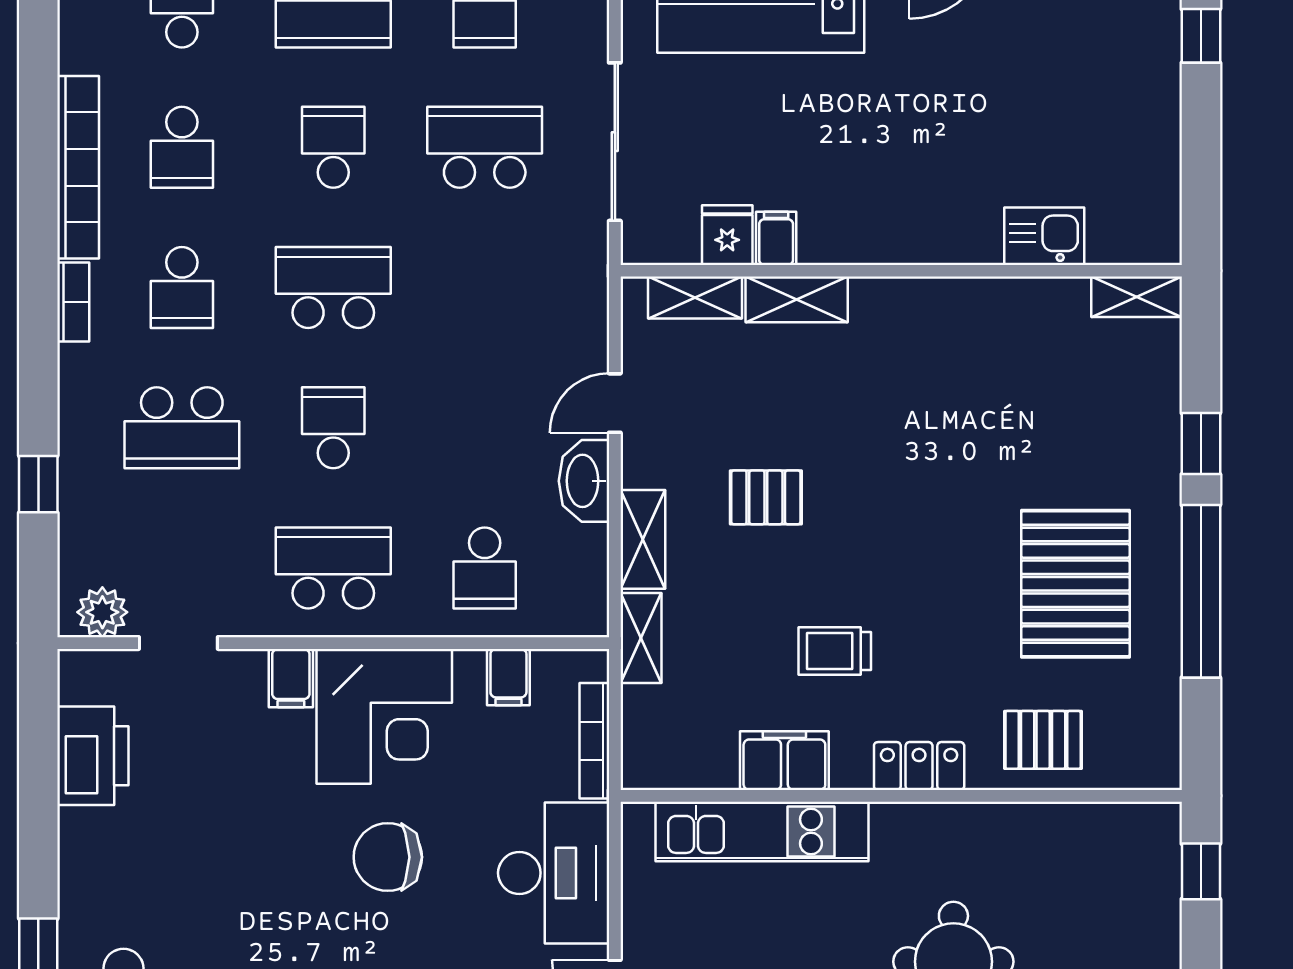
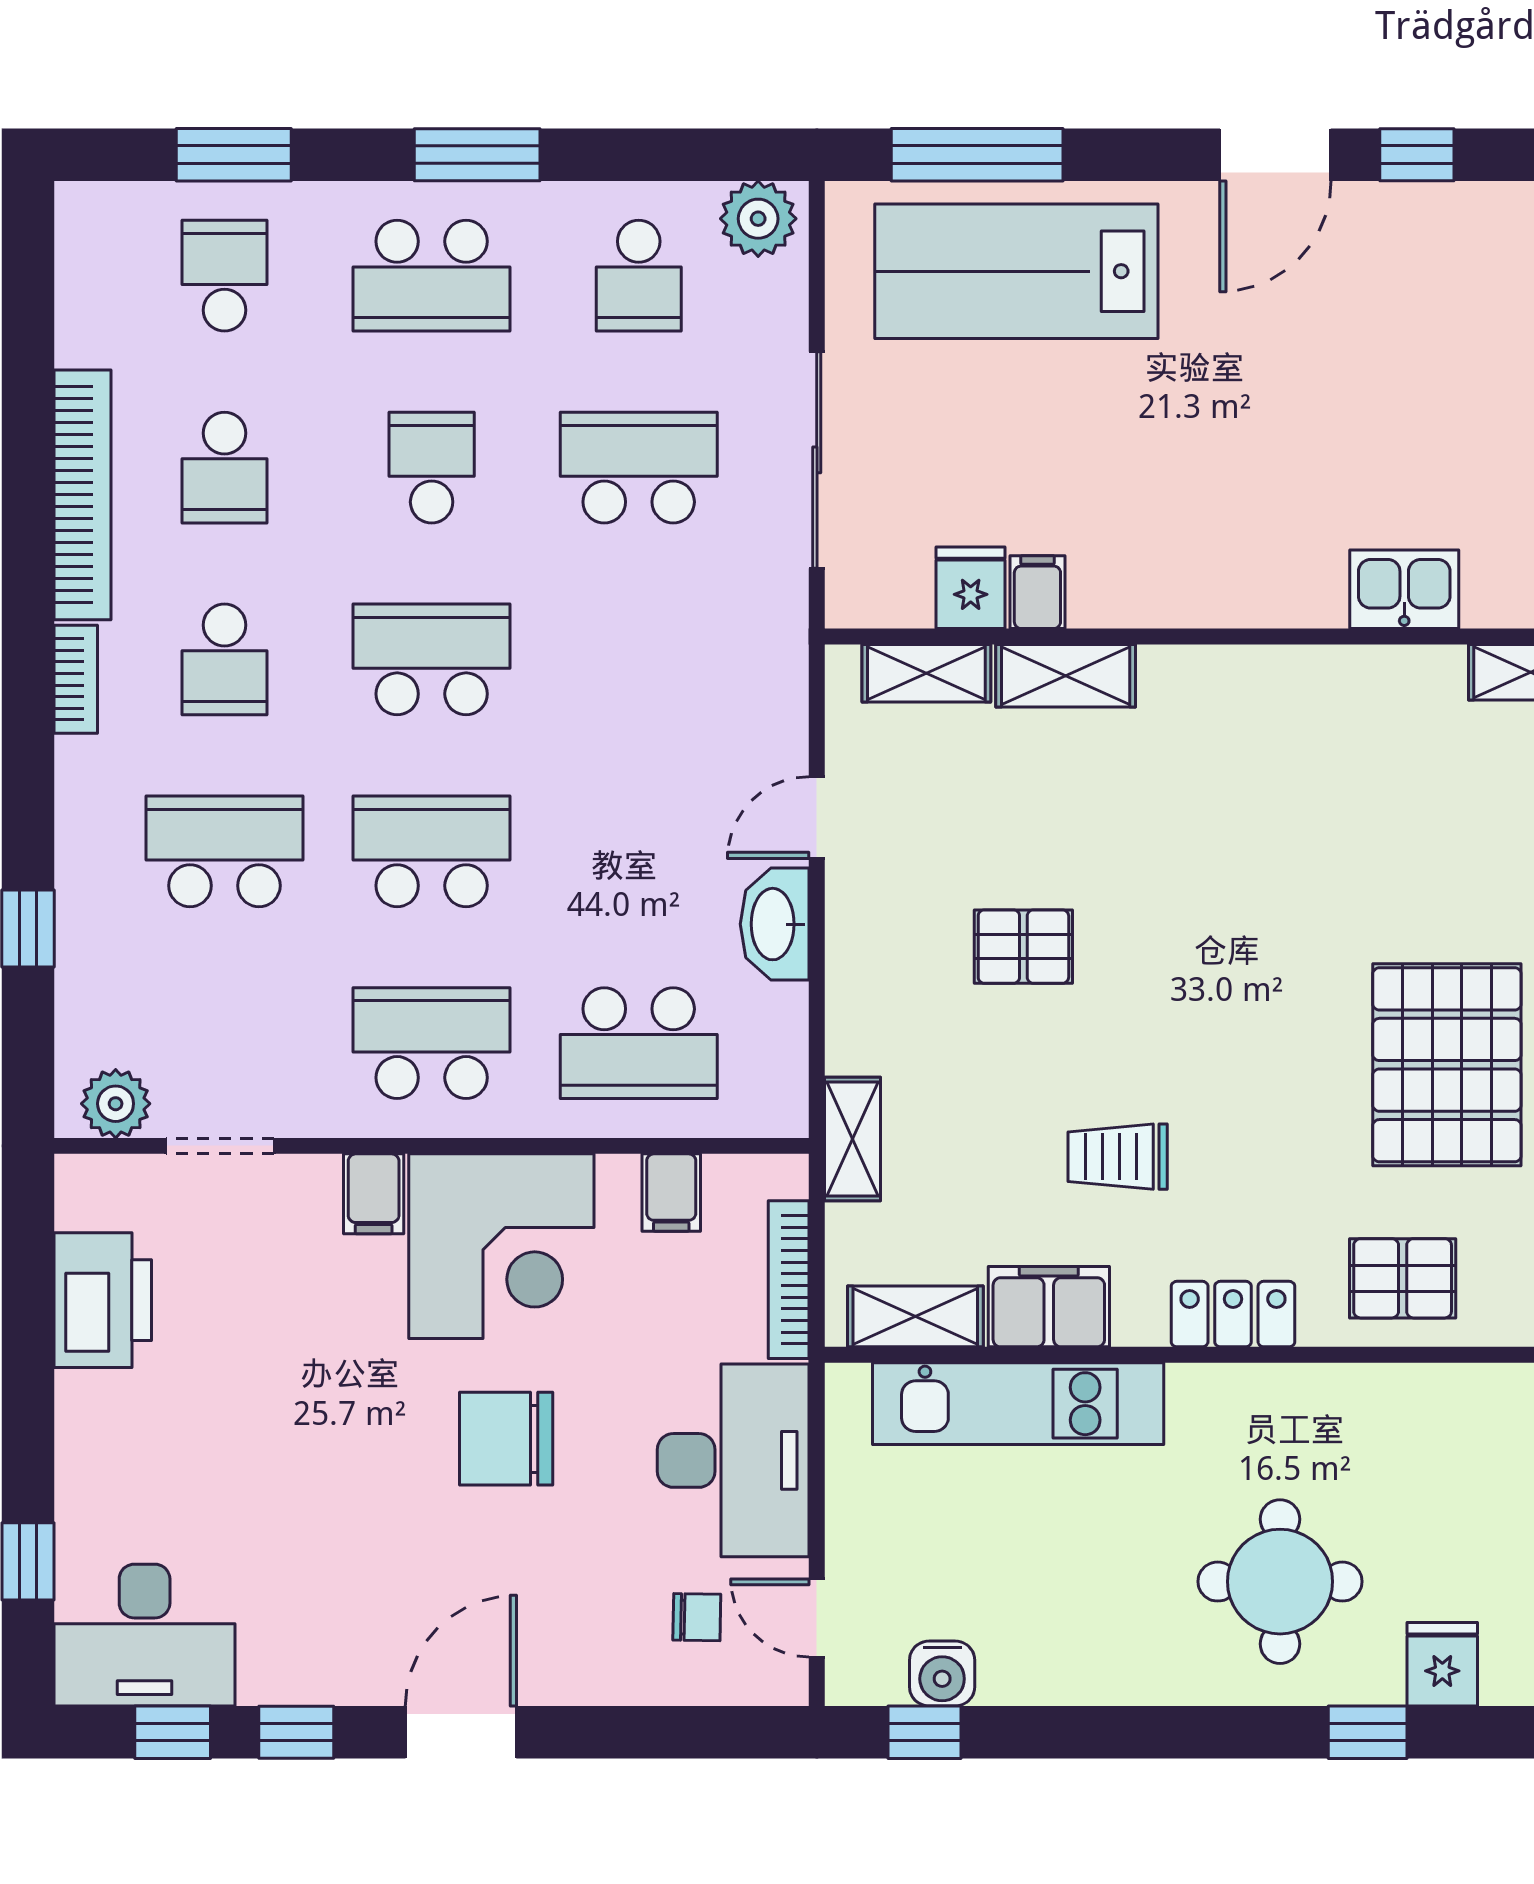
school desk: (182, 428) -> (224, 851), turned 180
school desk: (333, 428) -> (432, 851), width x1.85
shelving: (643, 539) -> (915, 1316), moved, turned 90
school desk: (485, 568) -> (639, 1043), width x1.85

